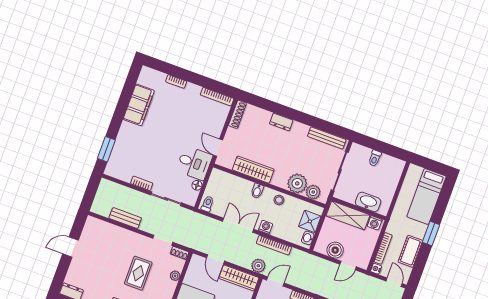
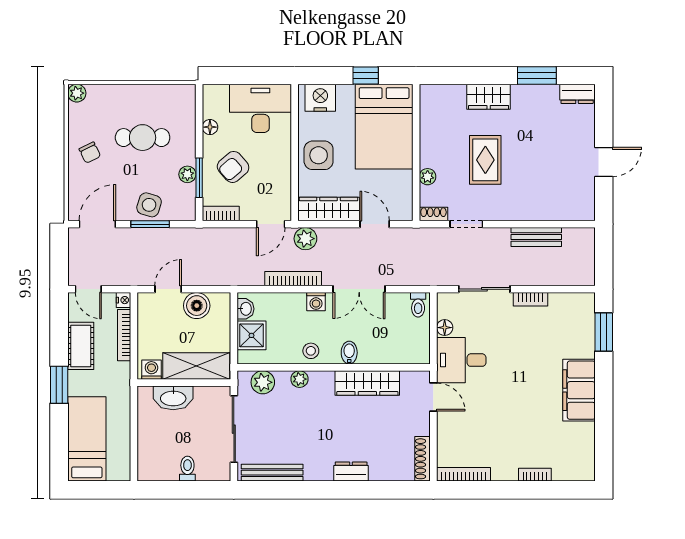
filing cabinet: (139, 105) -> (579, 390), moved
plant: (297, 183) -> (299, 379), width x0.53, depth x0.53

